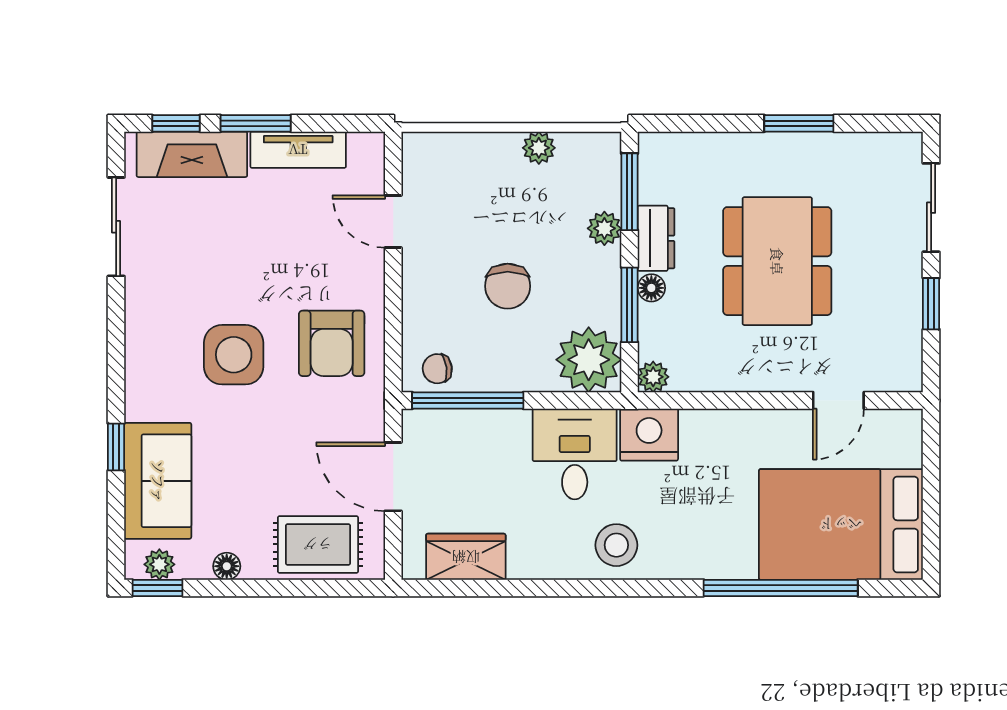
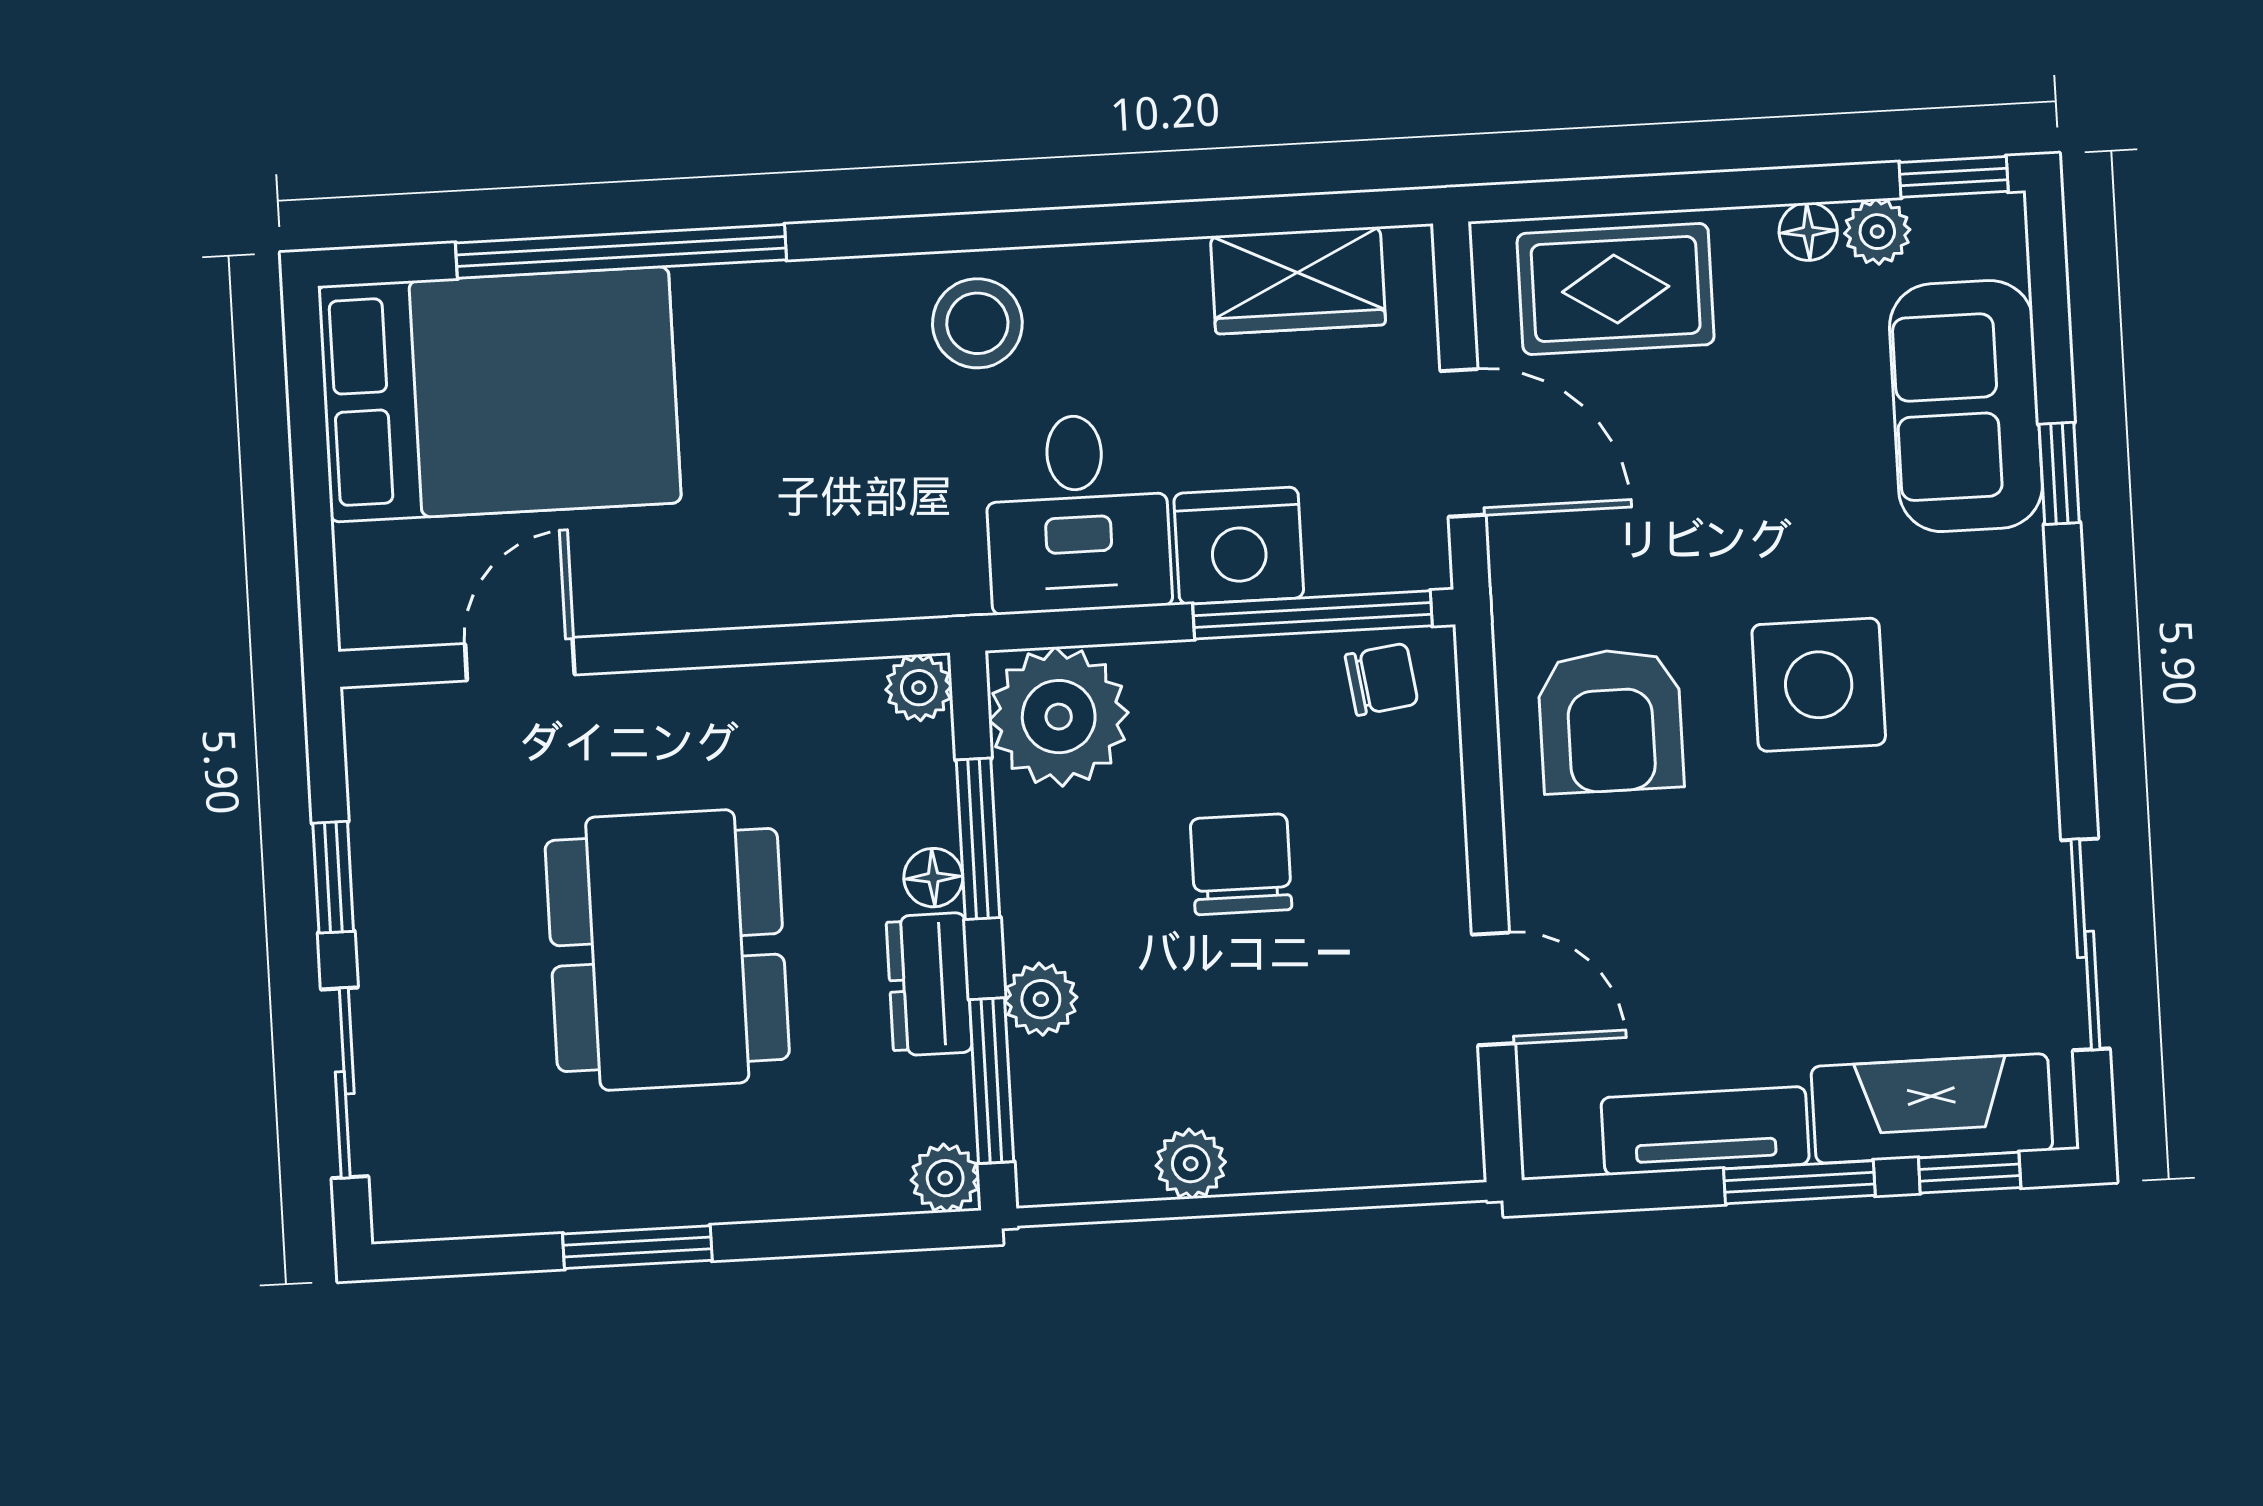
plant: (654, 148) -> (945, 1178), added
armchair: (332, 343) -> (1611, 721), turned 180
nightstand: (649, 435) -> (1239, 546), moved
plant: (159, 564) -> (1877, 232), moved

